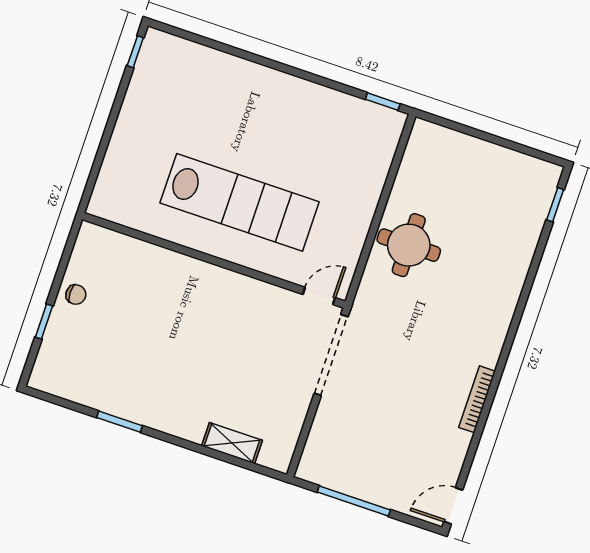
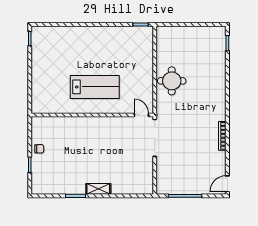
lab bench: (240, 202) -> (95, 87), width x0.73
door: (319, 296) -> (141, 115), hinge flipped
shelving: (232, 443) -> (98, 189), moved

